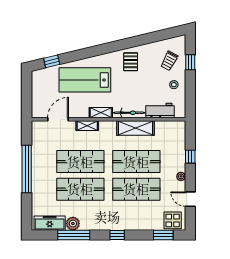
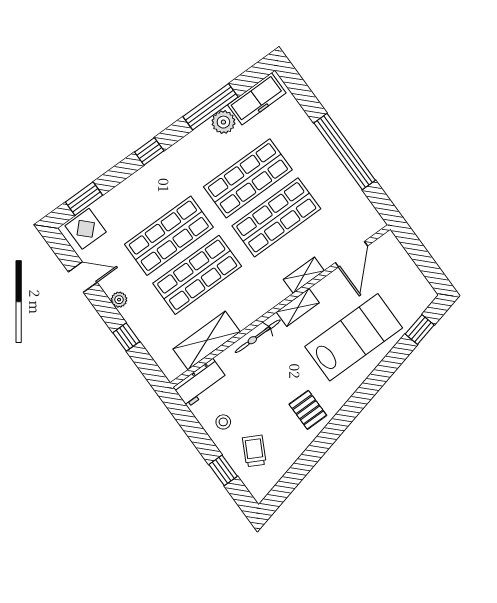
workbench: (160, 111) -> (200, 383), moved
shelving: (136, 128) -> (207, 340), moved

